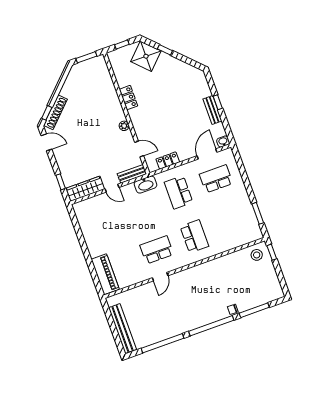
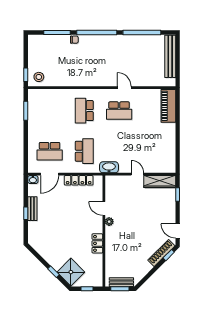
door: (139, 149) -> (104, 209), moved
locker: (168, 161) -> (79, 180), width x1.53
bench: (132, 174) -> (121, 282), moved
door: (160, 277) -> (124, 88), hinge flipped

